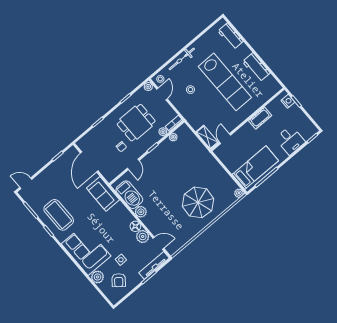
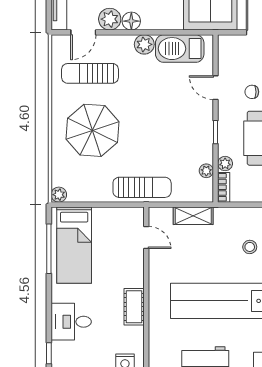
shelving: (207, 137) -> (193, 216), moved
sun lounger: (205, 159) -> (142, 187), added
sun lounger: (174, 225) -> (90, 73), added

